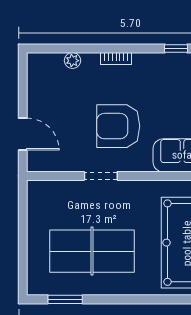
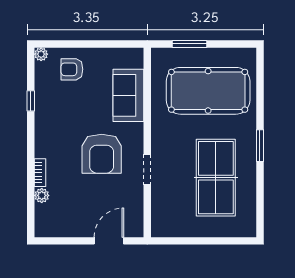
bookcase: (116, 59) -> (40, 173), moved
window: (65, 299) -> (260, 146), moved

